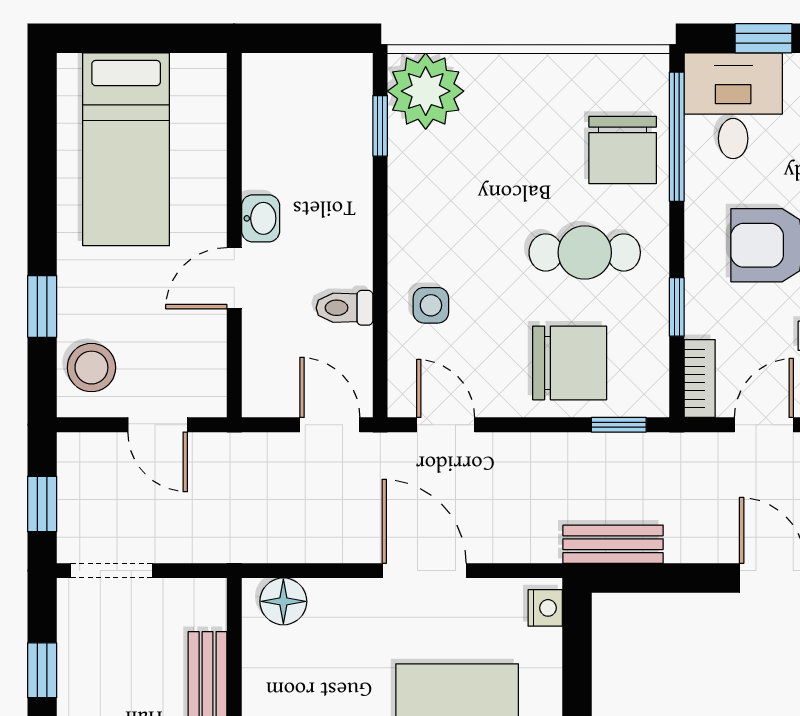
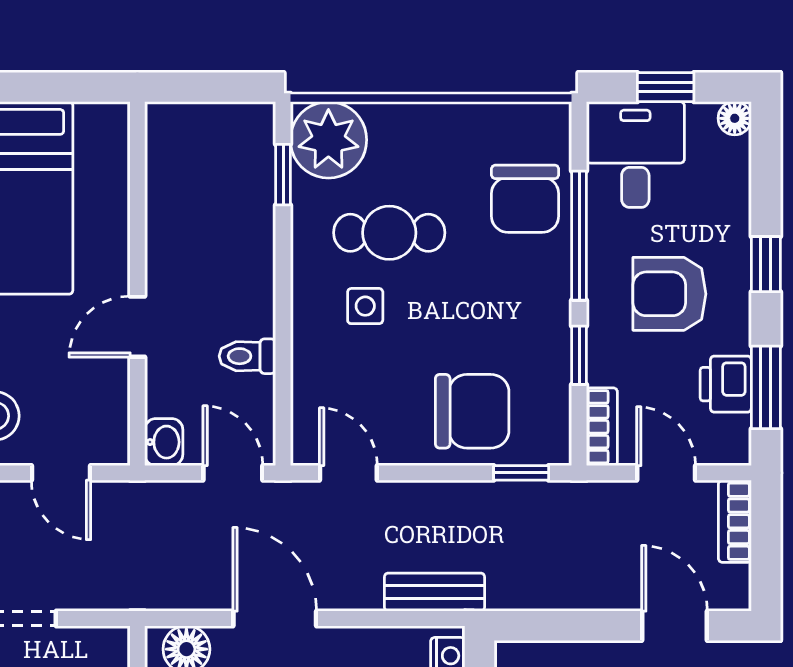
window: (677, 137) -> (579, 236), moved
washbasin: (261, 218) -> (164, 442), moved
cafe table: (585, 252) -> (389, 233), moved
side table: (431, 305) -> (365, 306), moved
door: (764, 425) -> (666, 473), hinge flipped
bench: (613, 544) -> (435, 592), moved
door: (424, 571) -> (275, 618), moved

